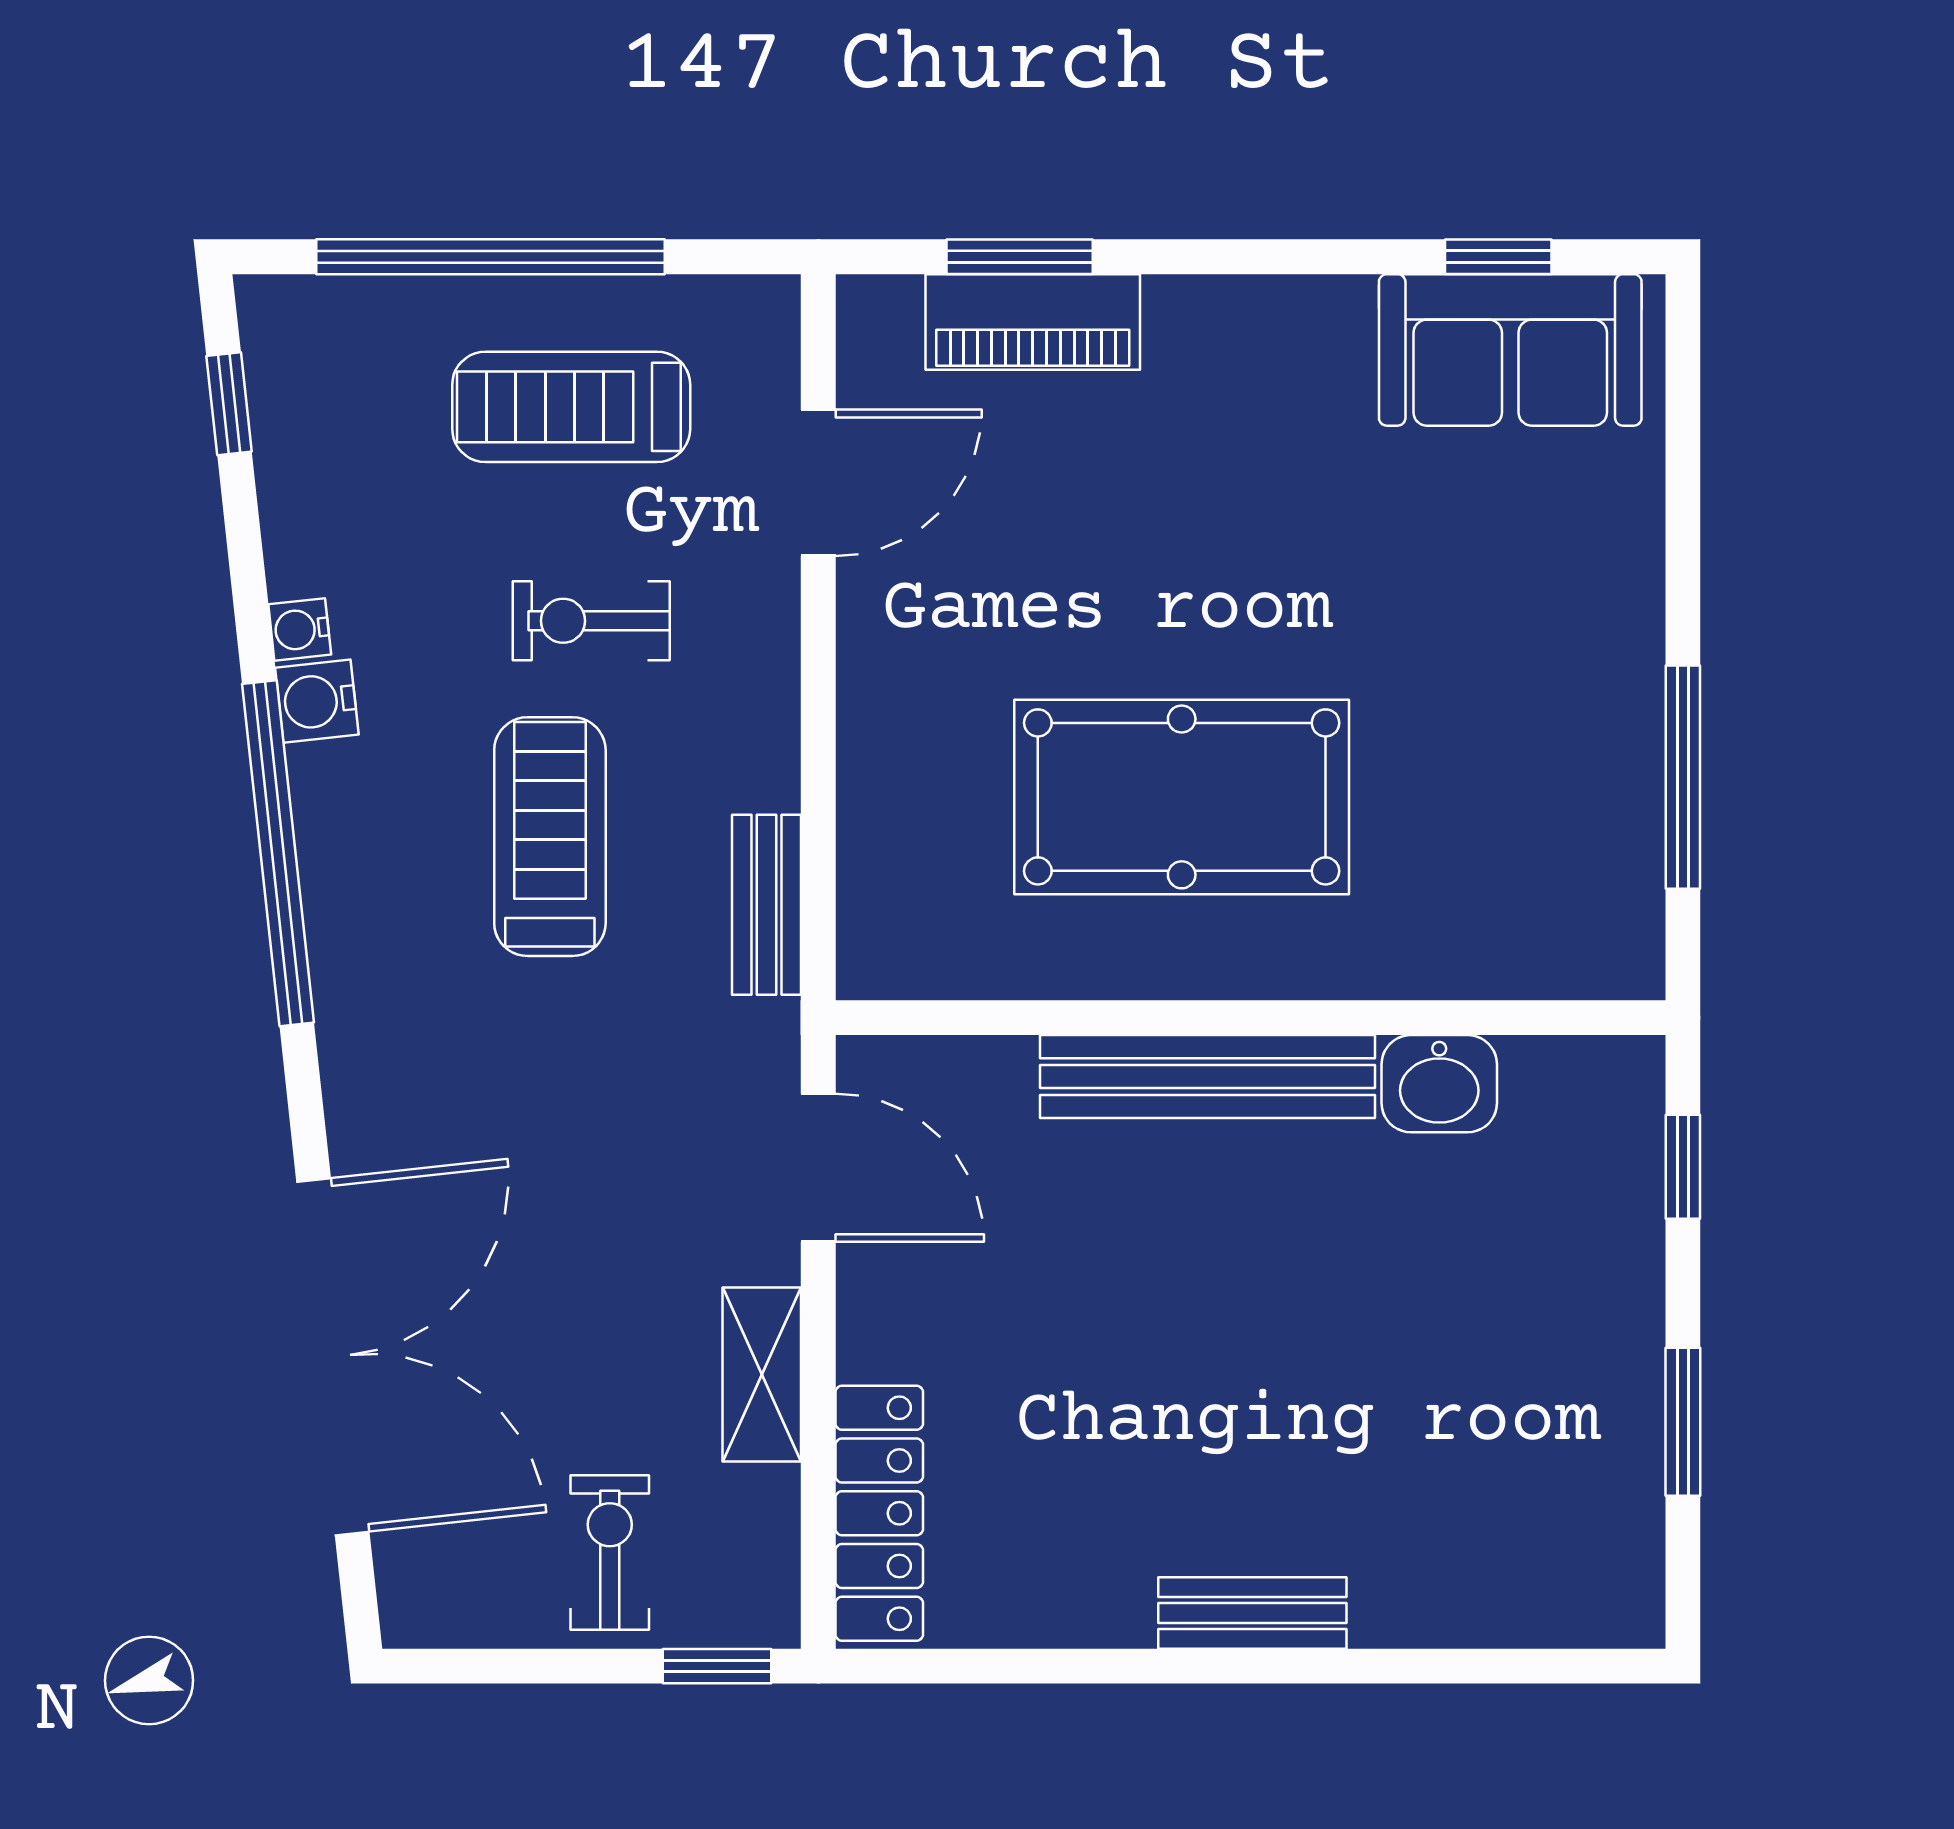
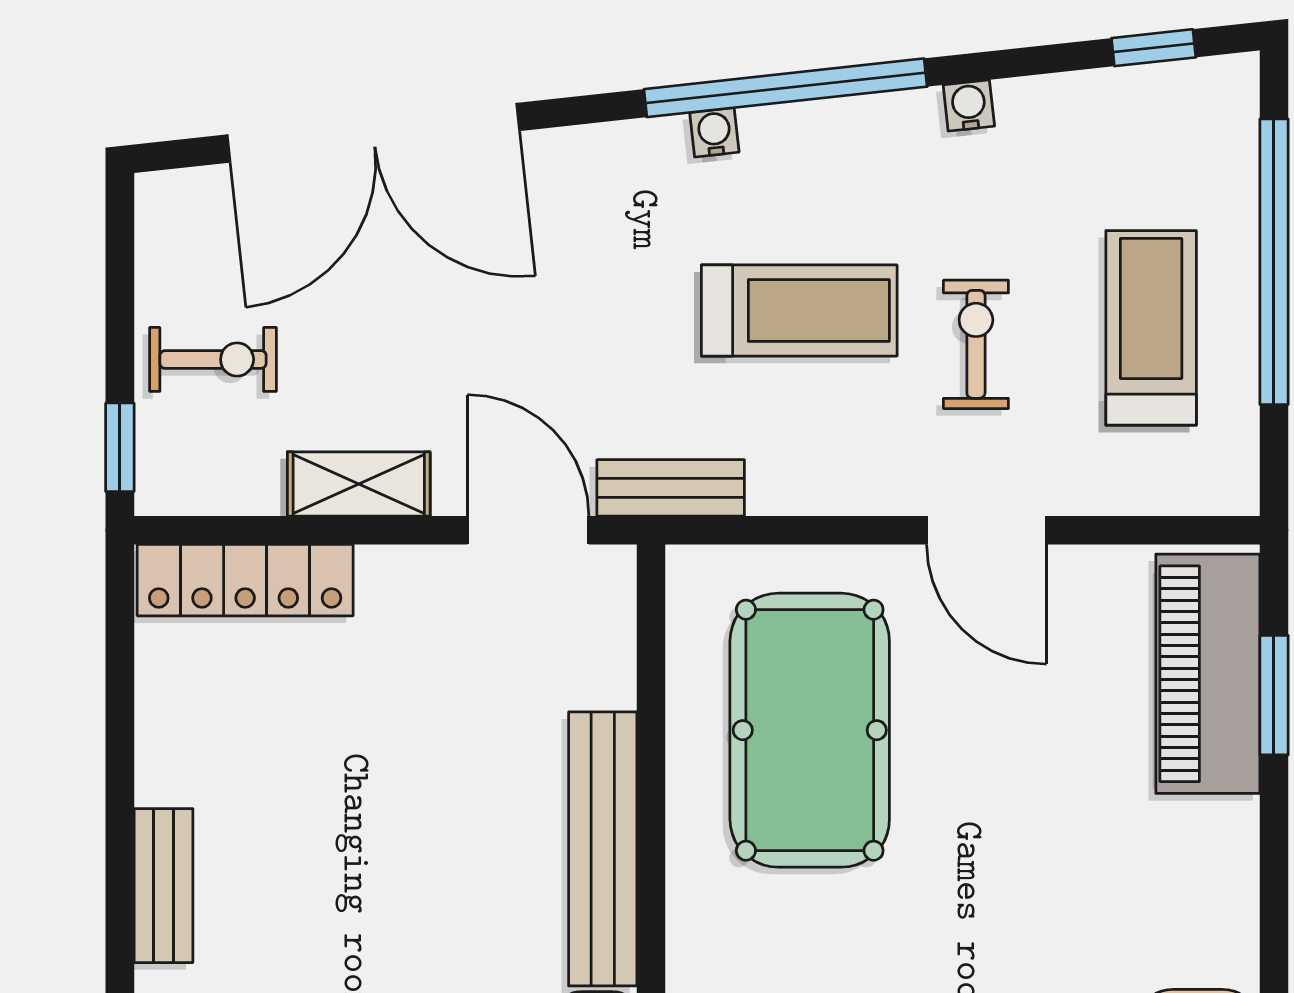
piano: (1033, 322) -> (1208, 674), width x1.37, depth x1.33
door: (818, 483) -> (987, 530), moved
water cooler: (317, 701) -> (714, 132), moved, width x0.72, depth x0.72
pool table: (1182, 797) -> (810, 730), moved
bench: (767, 905) -> (671, 488), moved
door: (818, 1168) -> (528, 530), swing flipped

